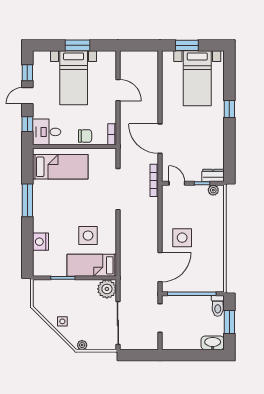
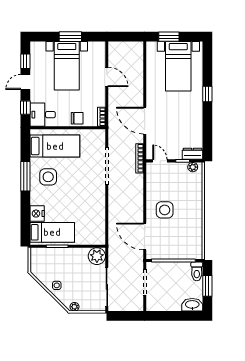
side table: (88, 236) -> (48, 177), moved
bed: (92, 265) -> (52, 232), moved, turned 180
door: (160, 267) -> (145, 236), swing flipped

